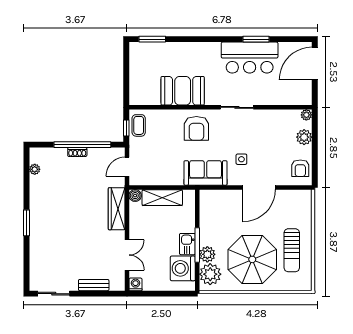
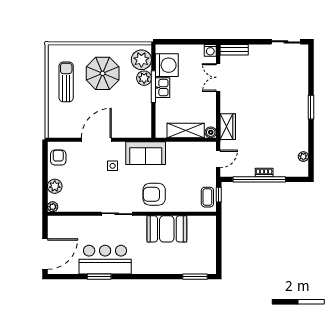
armchair: (196, 128) -> (154, 194), turned -90
wardrobe: (117, 209) -> (228, 127), width x0.67
parasol: (252, 259) -> (103, 73), width x0.73, depth x0.73
bench: (94, 285) -> (234, 50), moved

